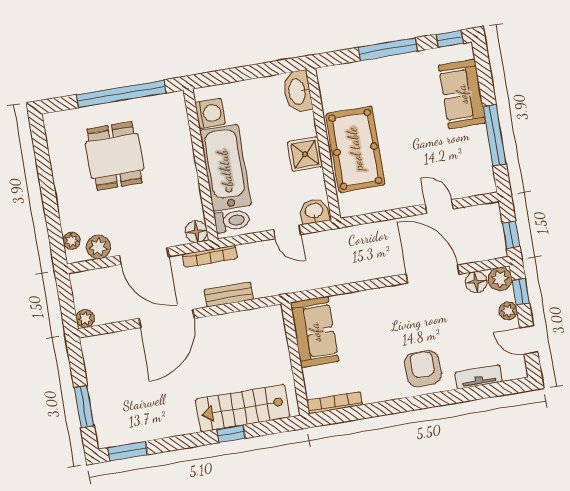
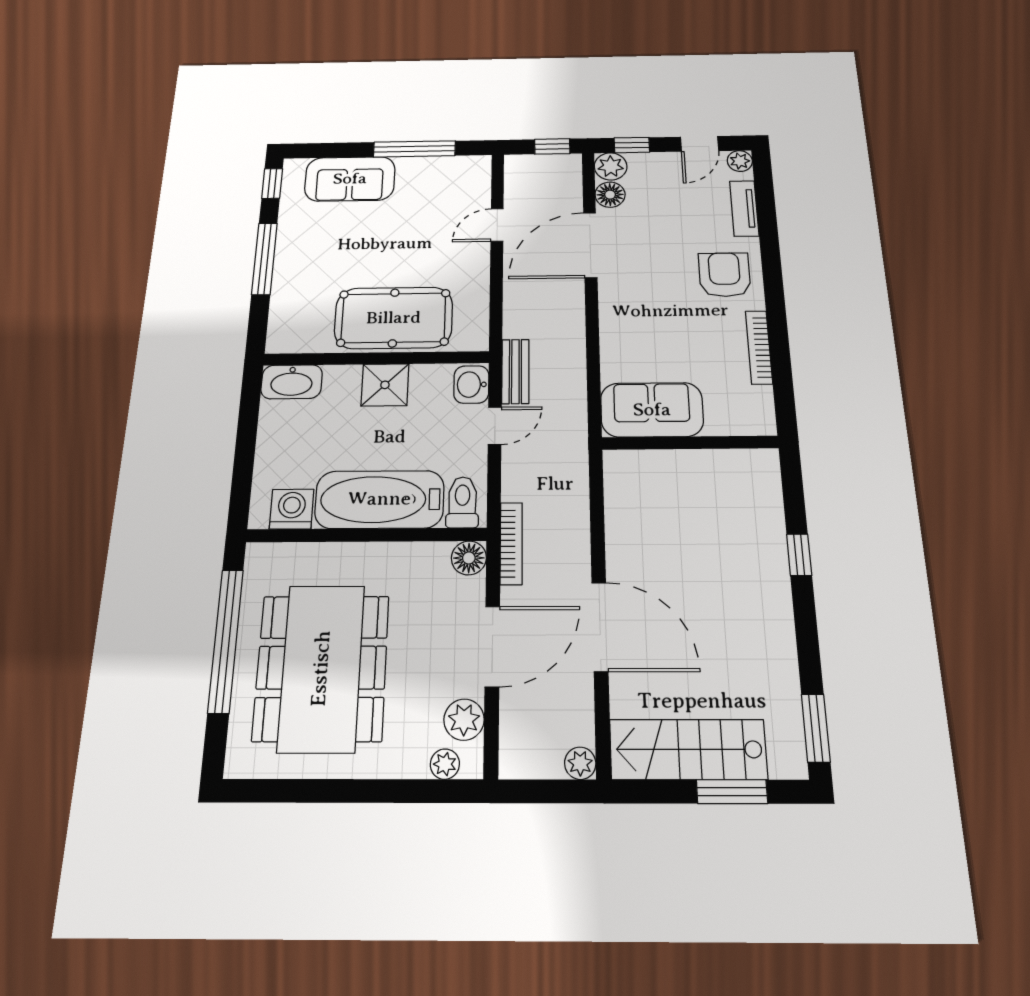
dining table: (115, 156) -> (321, 668), width x1.88, depth x1.24
bench: (229, 295) -> (515, 371), moved
plant: (508, 311) -> (740, 161), moved
armchair: (423, 369) -> (724, 275), turned 91
bookcase: (335, 403) -> (759, 347), moved
stairs: (243, 408) -> (688, 749), moved, turned 90

